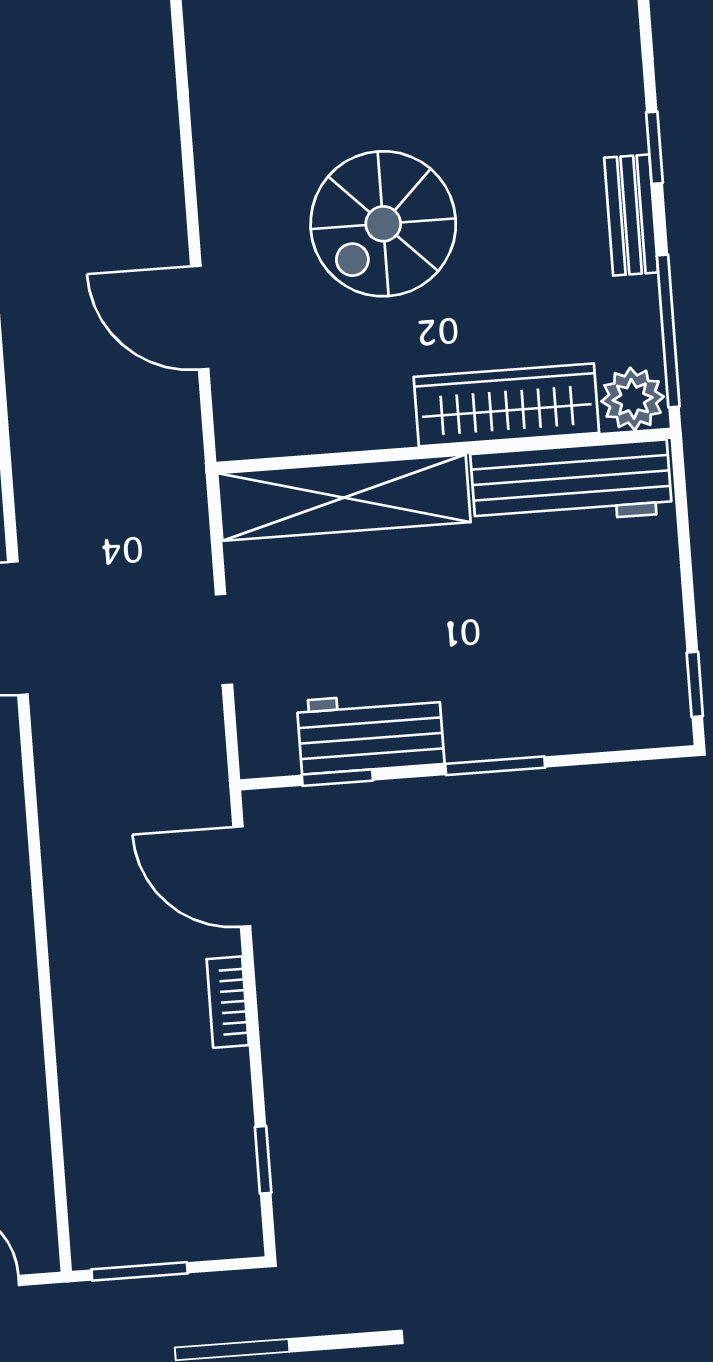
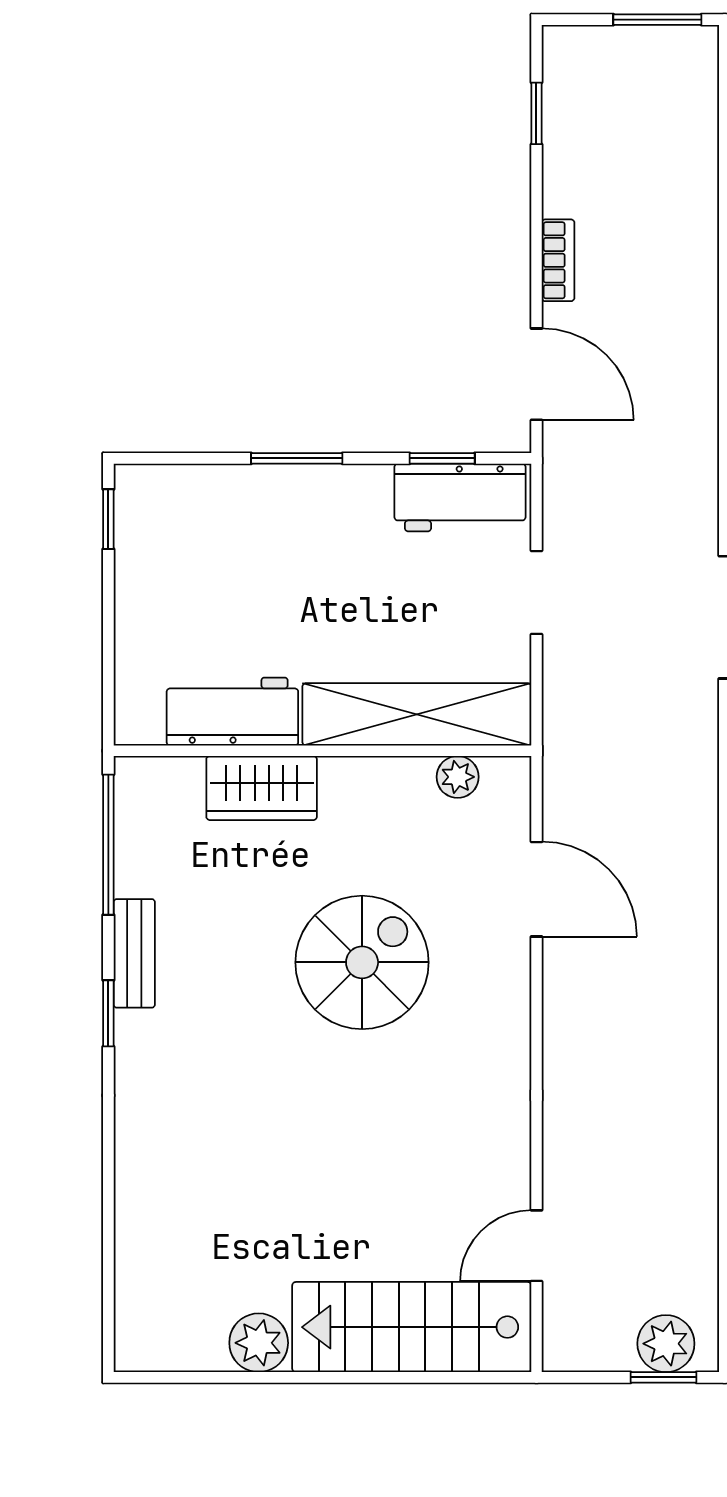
plant: (633, 399) -> (458, 777), moved, width x0.73, depth x0.73
wardrobe: (506, 405) -> (262, 788), width x0.67
workbench: (571, 484) -> (232, 712), width x0.73
workbench: (371, 732) -> (460, 497), moved

